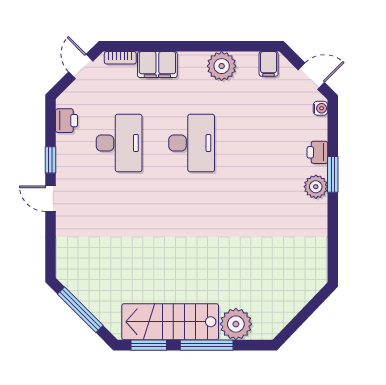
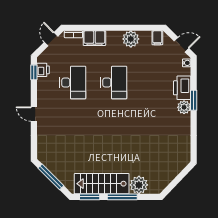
printer: (317, 152) -> (182, 88), width x1.87, depth x1.48
window: (50, 160) -> (34, 72), moved

